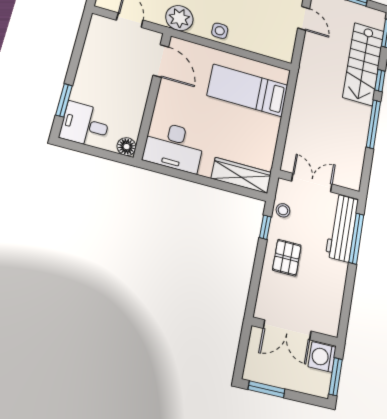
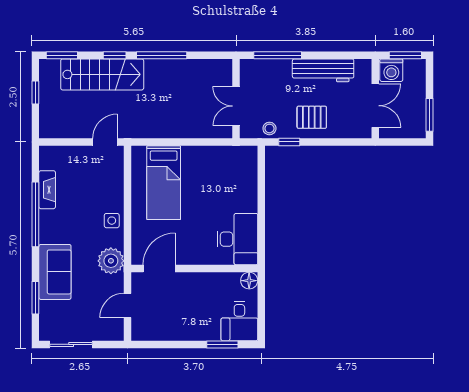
door: (304, 18) -> (105, 142), moved
wardrobe: (241, 175) -> (247, 173), removed
workbench: (342, 228) -> (323, 70), moved

